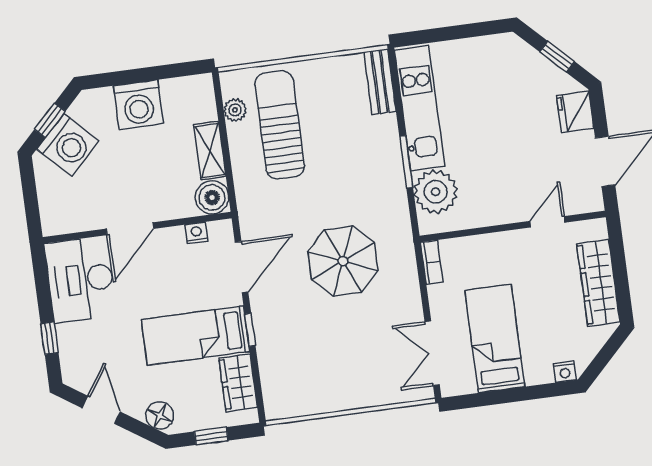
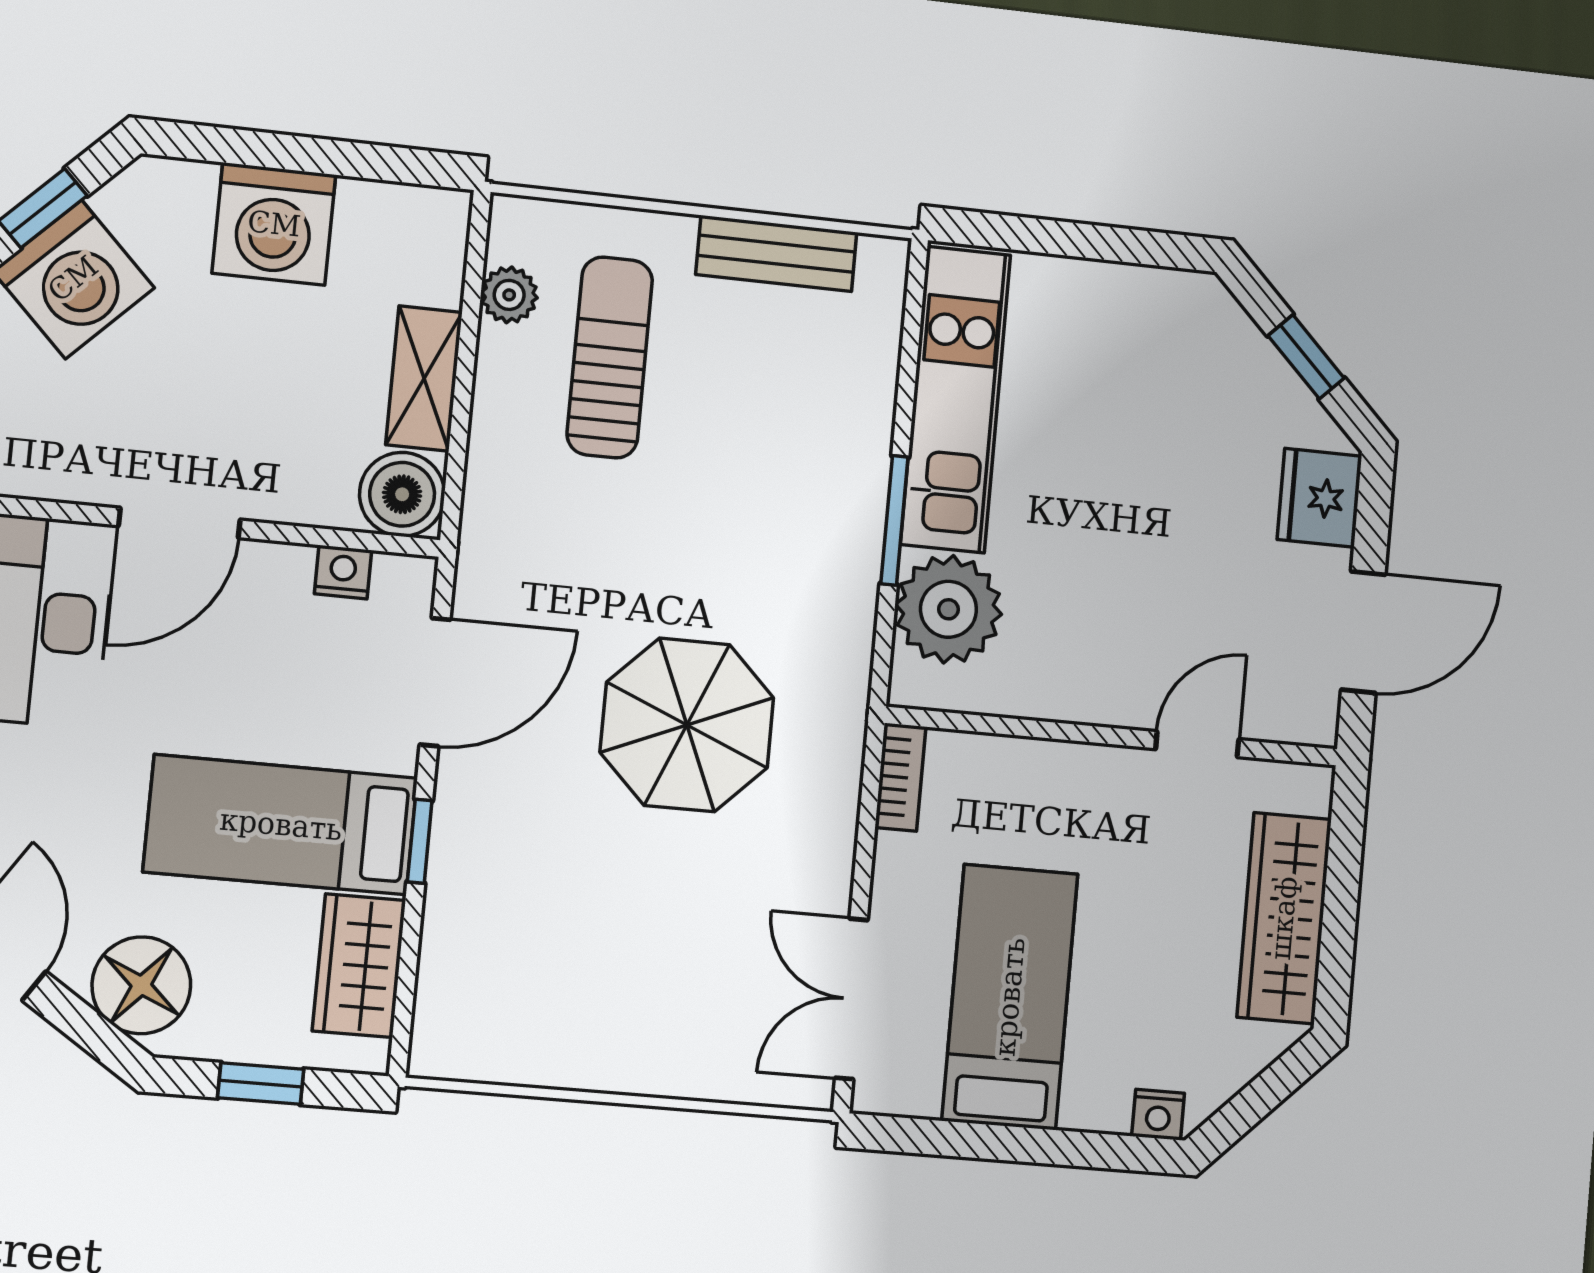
bench: (380, 82) -> (776, 253), moved, turned 90
sun lounger: (280, 125) -> (610, 357), width x0.73, depth x0.75
floor lamp: (160, 415) -> (141, 985), width x1.38, depth x1.38

